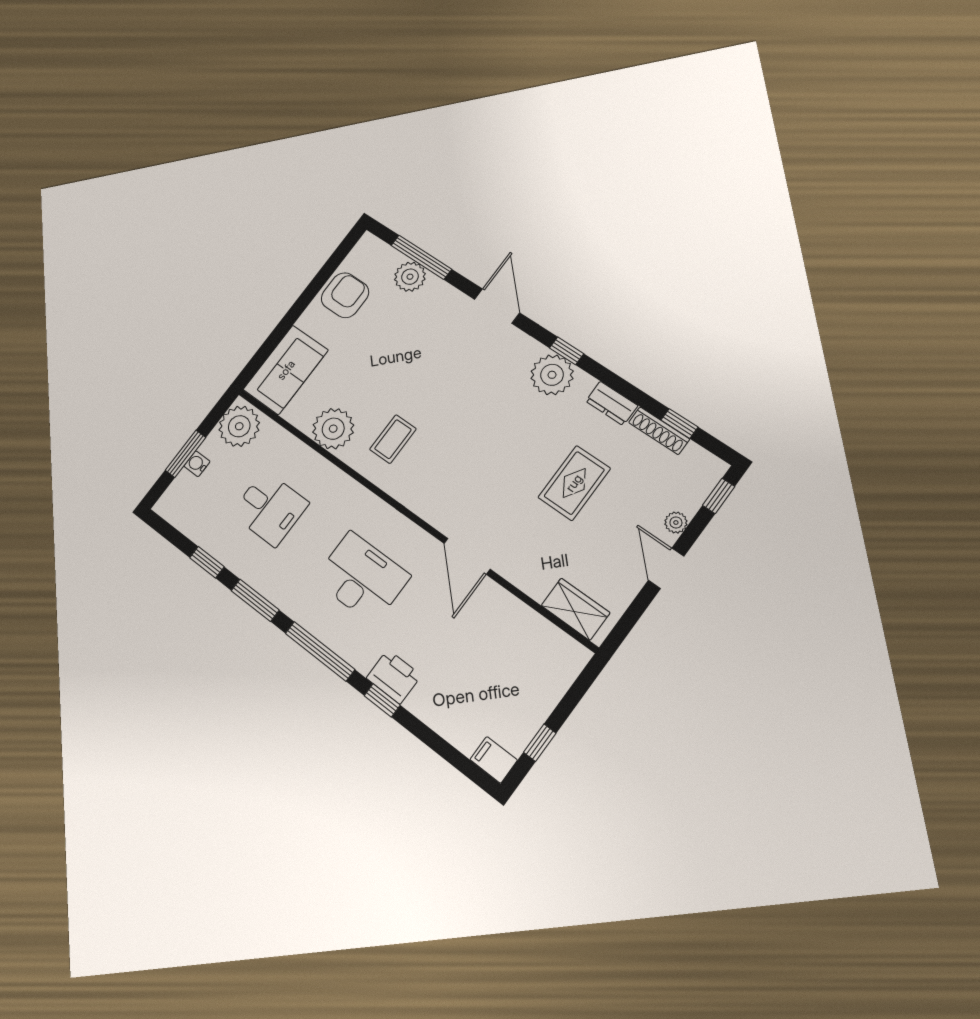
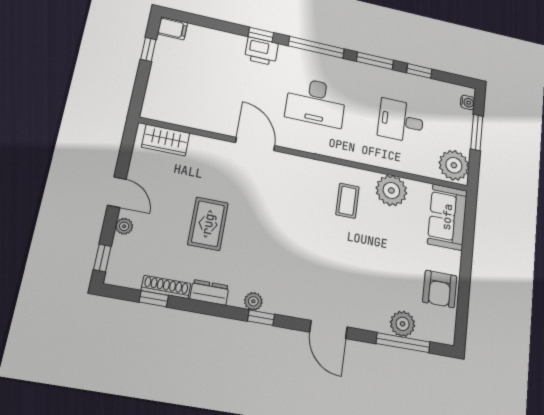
plant: (552, 375) -> (253, 301), width x0.53, depth x0.53
water cooler: (197, 464) -> (468, 102), moved

